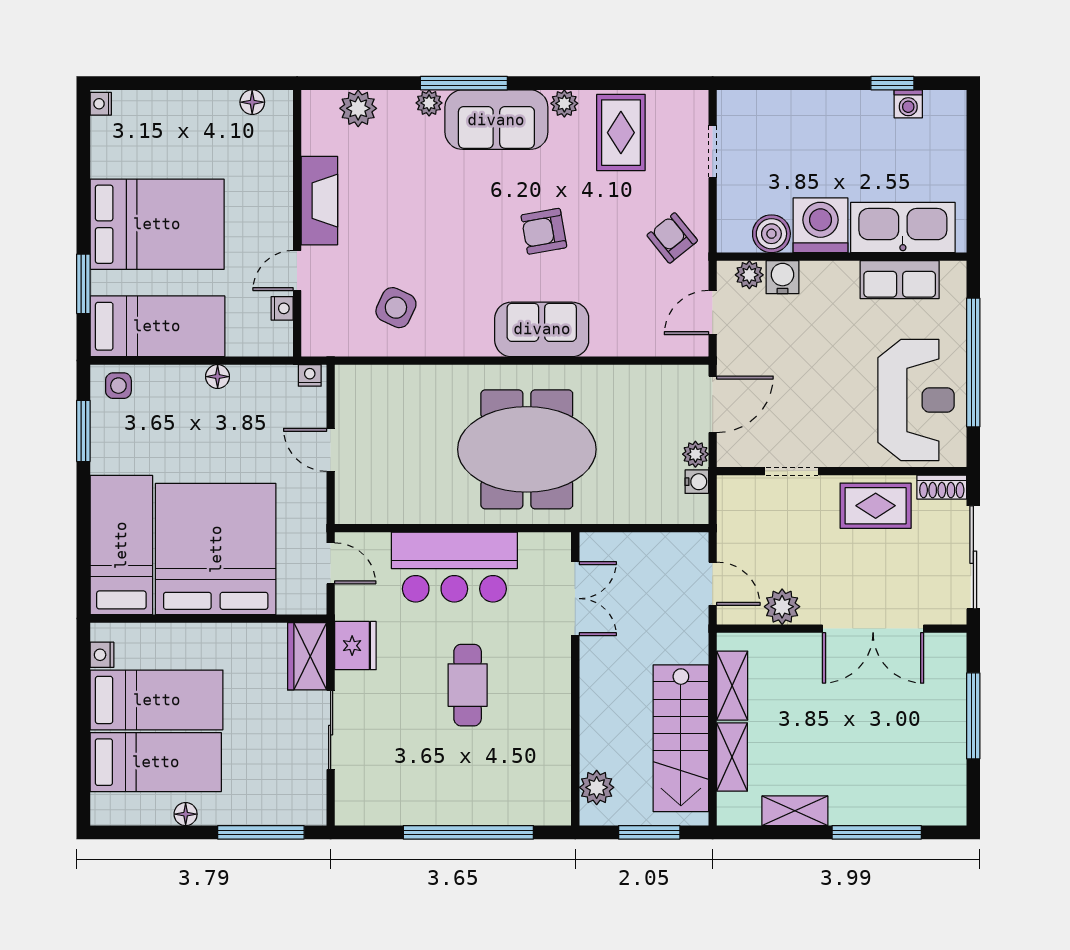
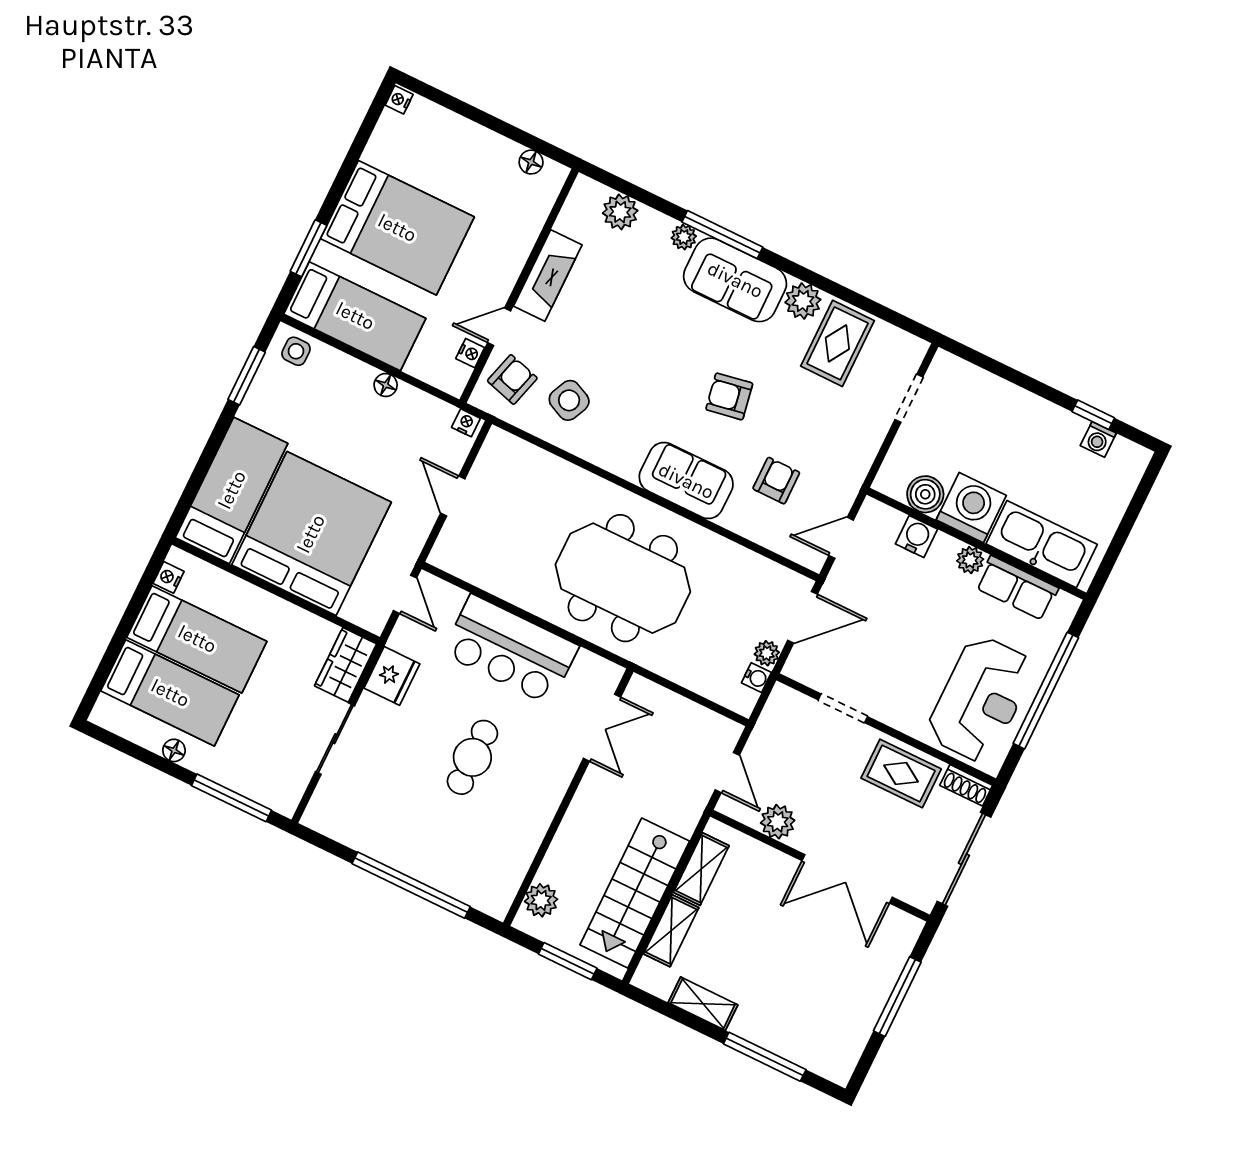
plant: (564, 103) -> (803, 301), width x1.38, depth x1.38
armchair: (672, 238) -> (776, 481), moved, turned 39
plant: (749, 275) -> (970, 560), moved
armchair: (333, 314) -> (512, 379), added

